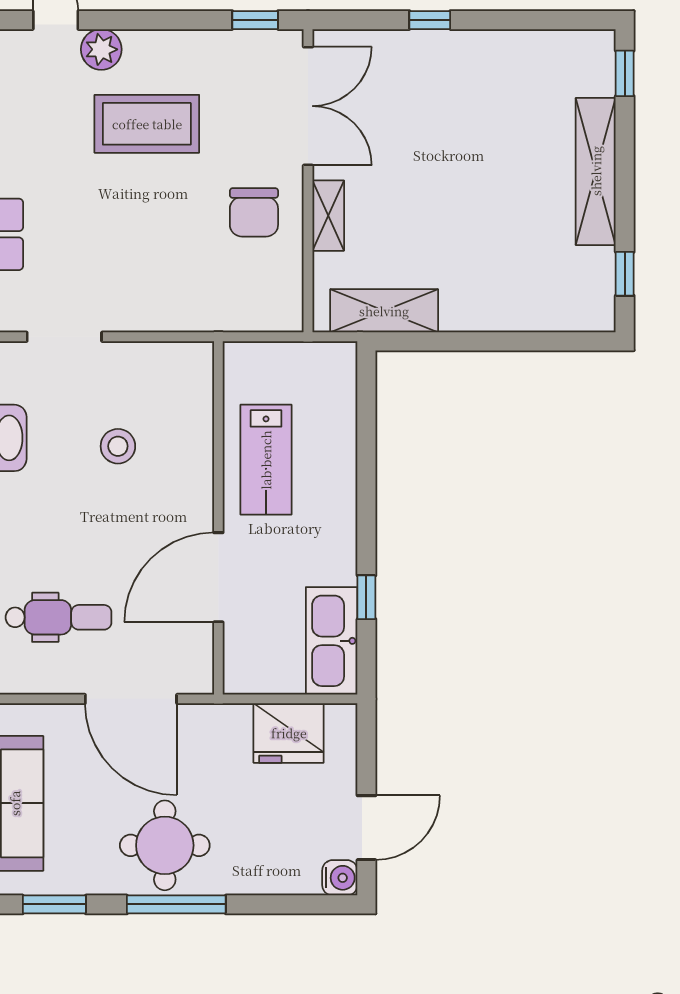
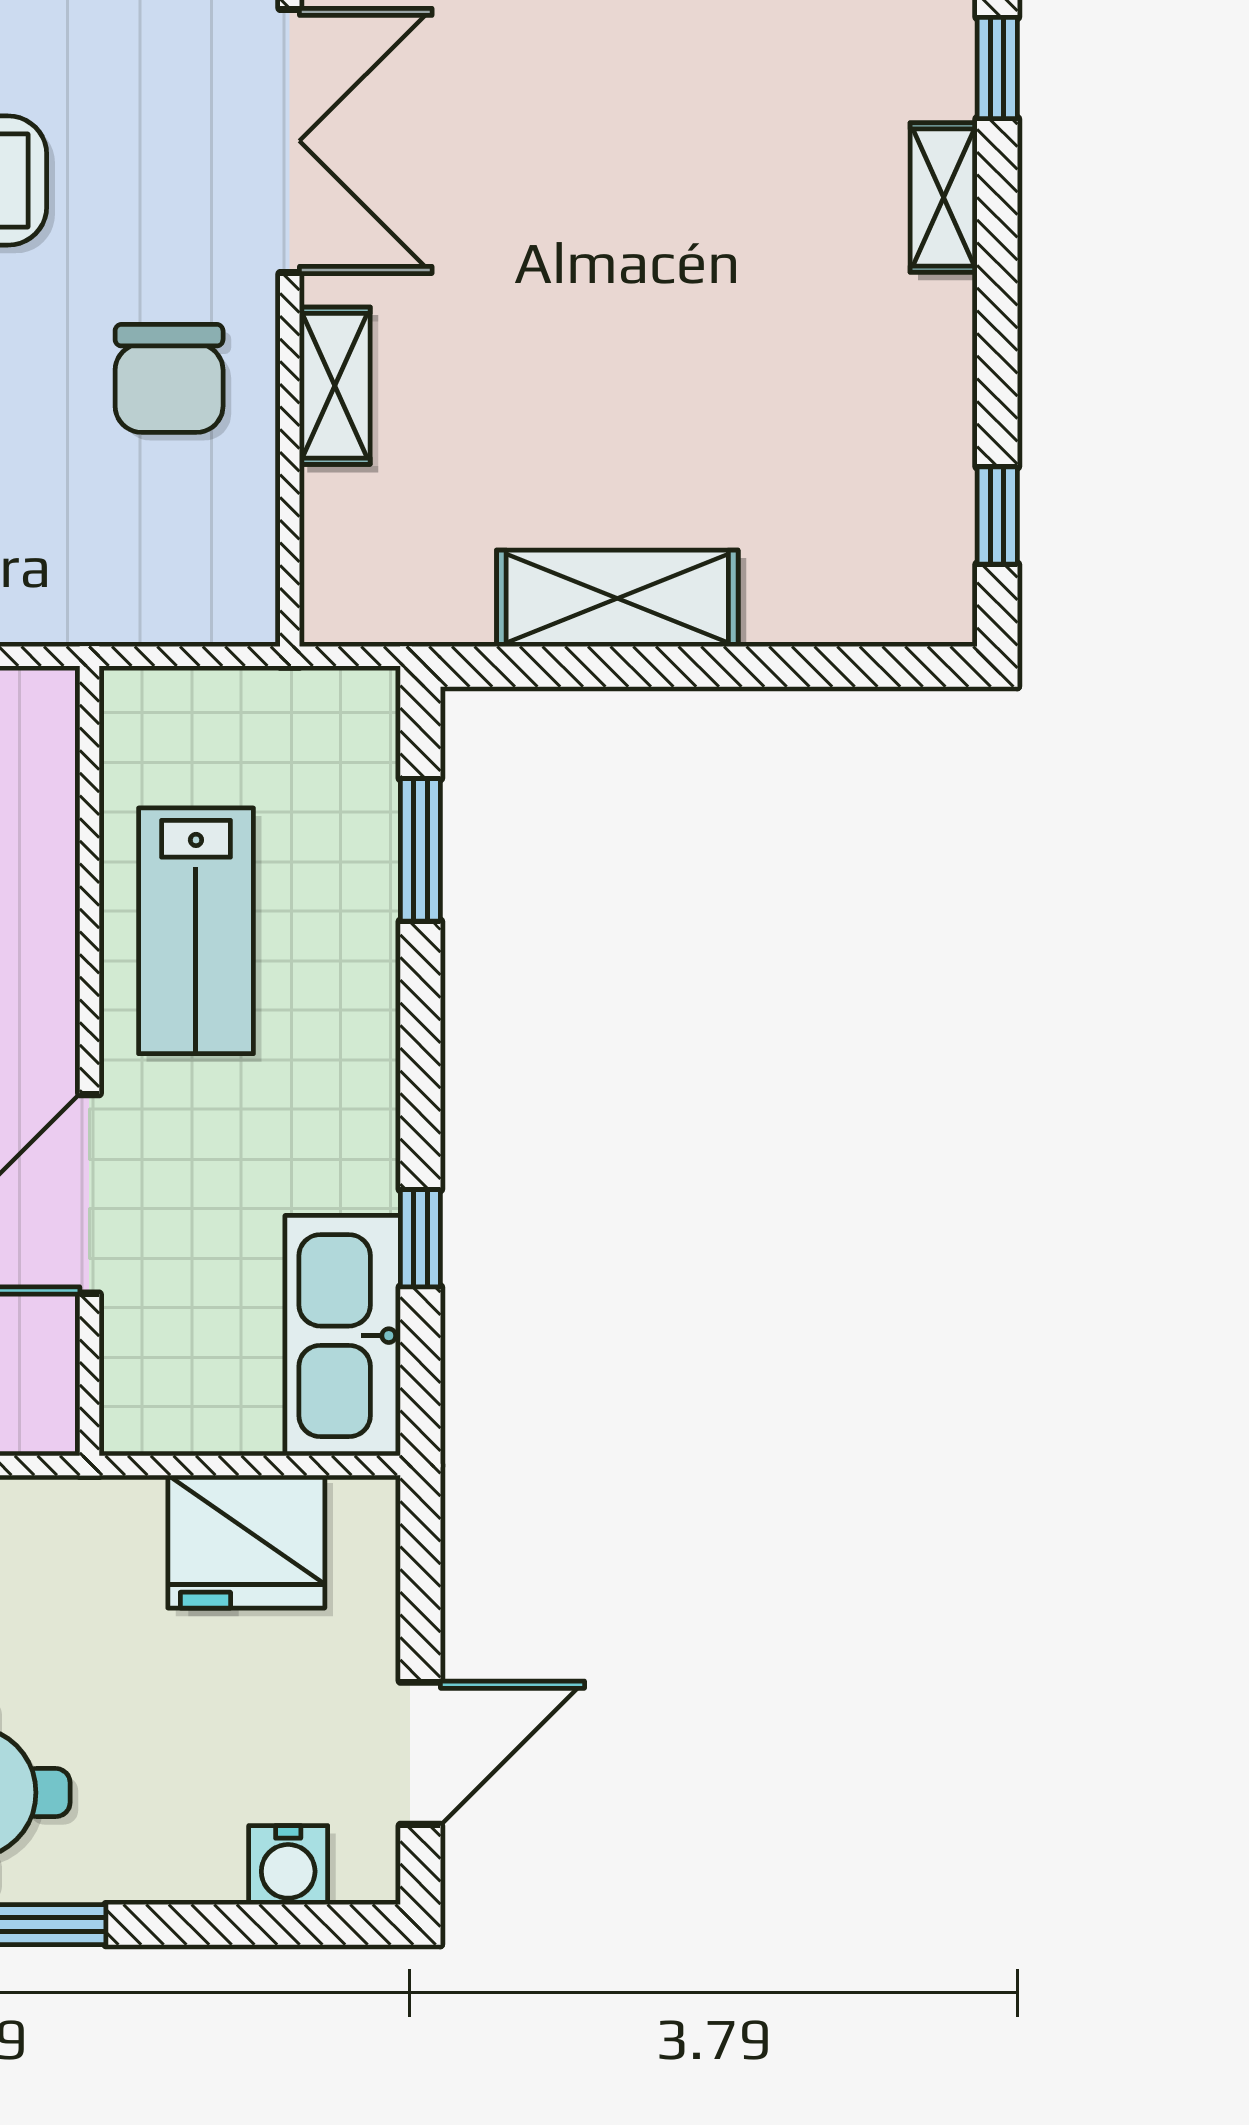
shelving: (596, 171) -> (944, 197), width x0.45, depth x0.75
shelving: (384, 311) -> (617, 598), moved
window: (366, 423) -> (420, 850), added
water cooler: (340, 878) -> (288, 1865), moved, turned 90

